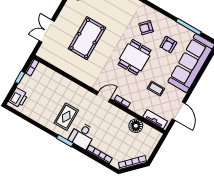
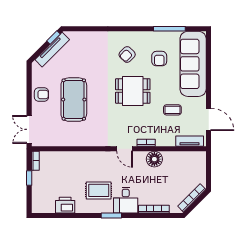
armchair: (65, 20) -> (41, 95), added
double door: (47, 31) -> (29, 129), moved
dining table: (135, 57) -> (133, 91), turned 90
door: (104, 97) -> (125, 149), swing flipped
printer: (18, 98) -> (65, 205), moved, turned -90
rug: (66, 117) -> (99, 190), turned 90
floor lamp: (136, 126) -> (154, 159), moved

